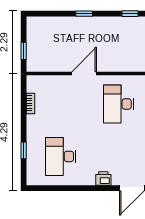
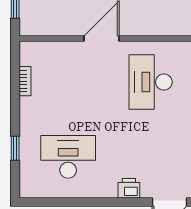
desk: (61, 156) -> (68, 157), turned 90

